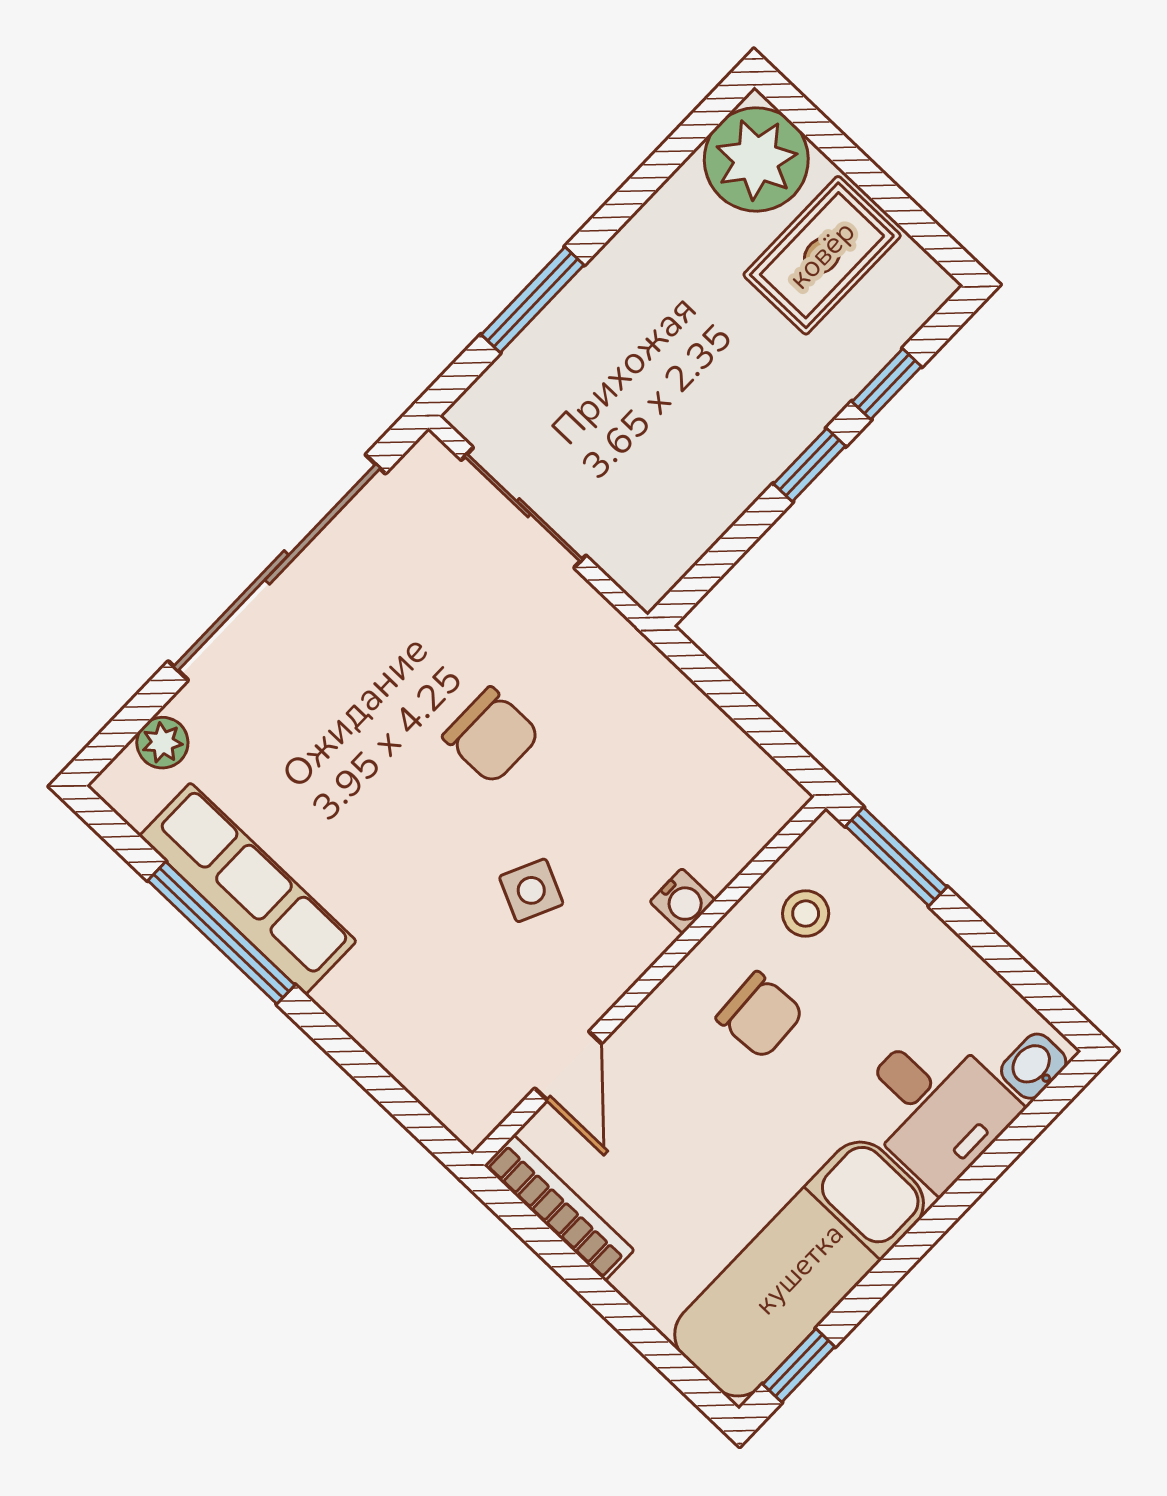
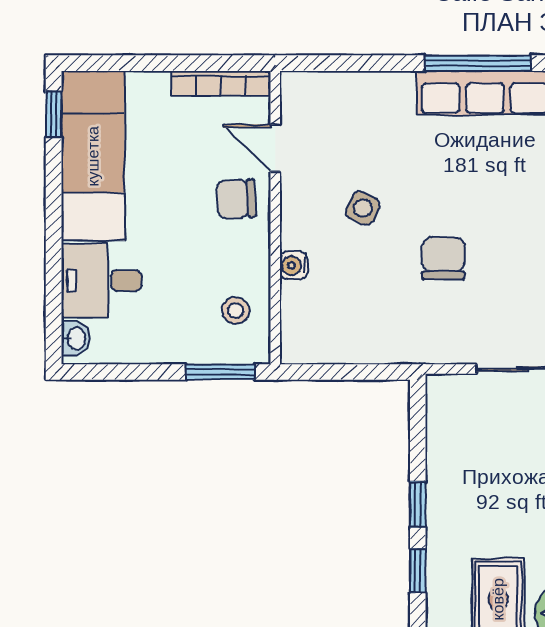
chair: (491, 735) -> (443, 258), turned 90
chair: (760, 1015) -> (236, 199), moved

